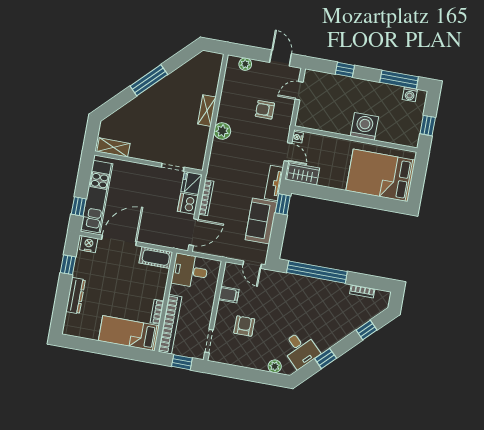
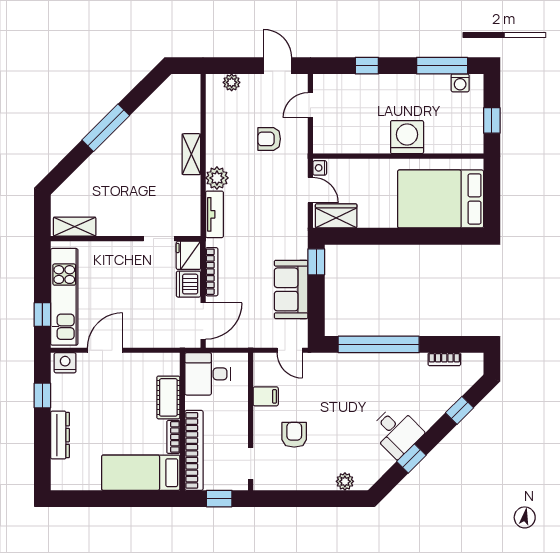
tv unit: (274, 183) -> (214, 214), moved, turned 180
door: (119, 240) -> (105, 350), width x0.73
cot: (156, 258) -> (168, 397), moved, turned 90
desk: (300, 349) -> (396, 431), moved

